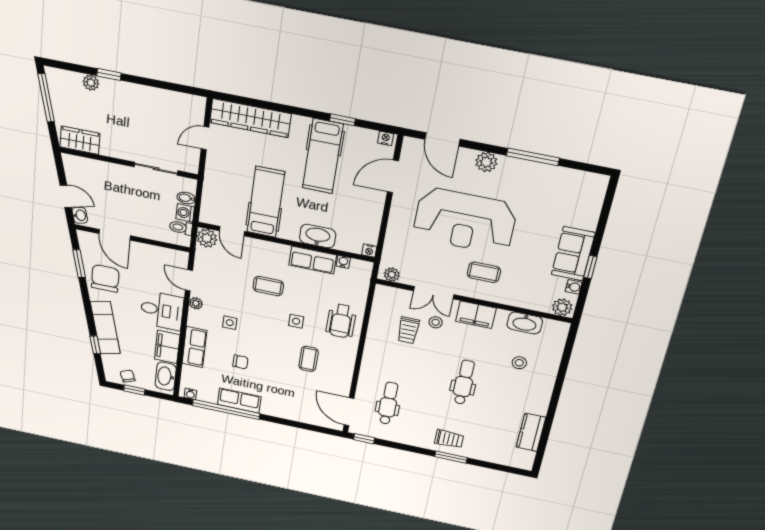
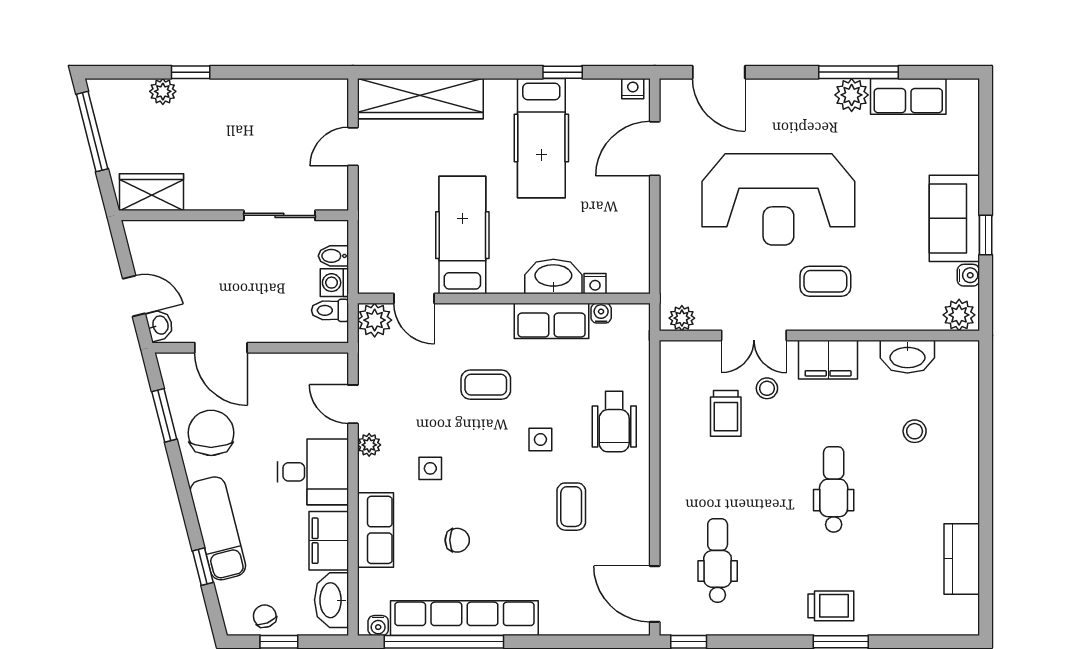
plant: (486, 162) -> (852, 95), moved
row of seats: (562, 177) -> (908, 96), added
nightstand: (369, 251) -> (595, 284), moved
row of seats: (239, 401) -> (464, 618), width x2.02

